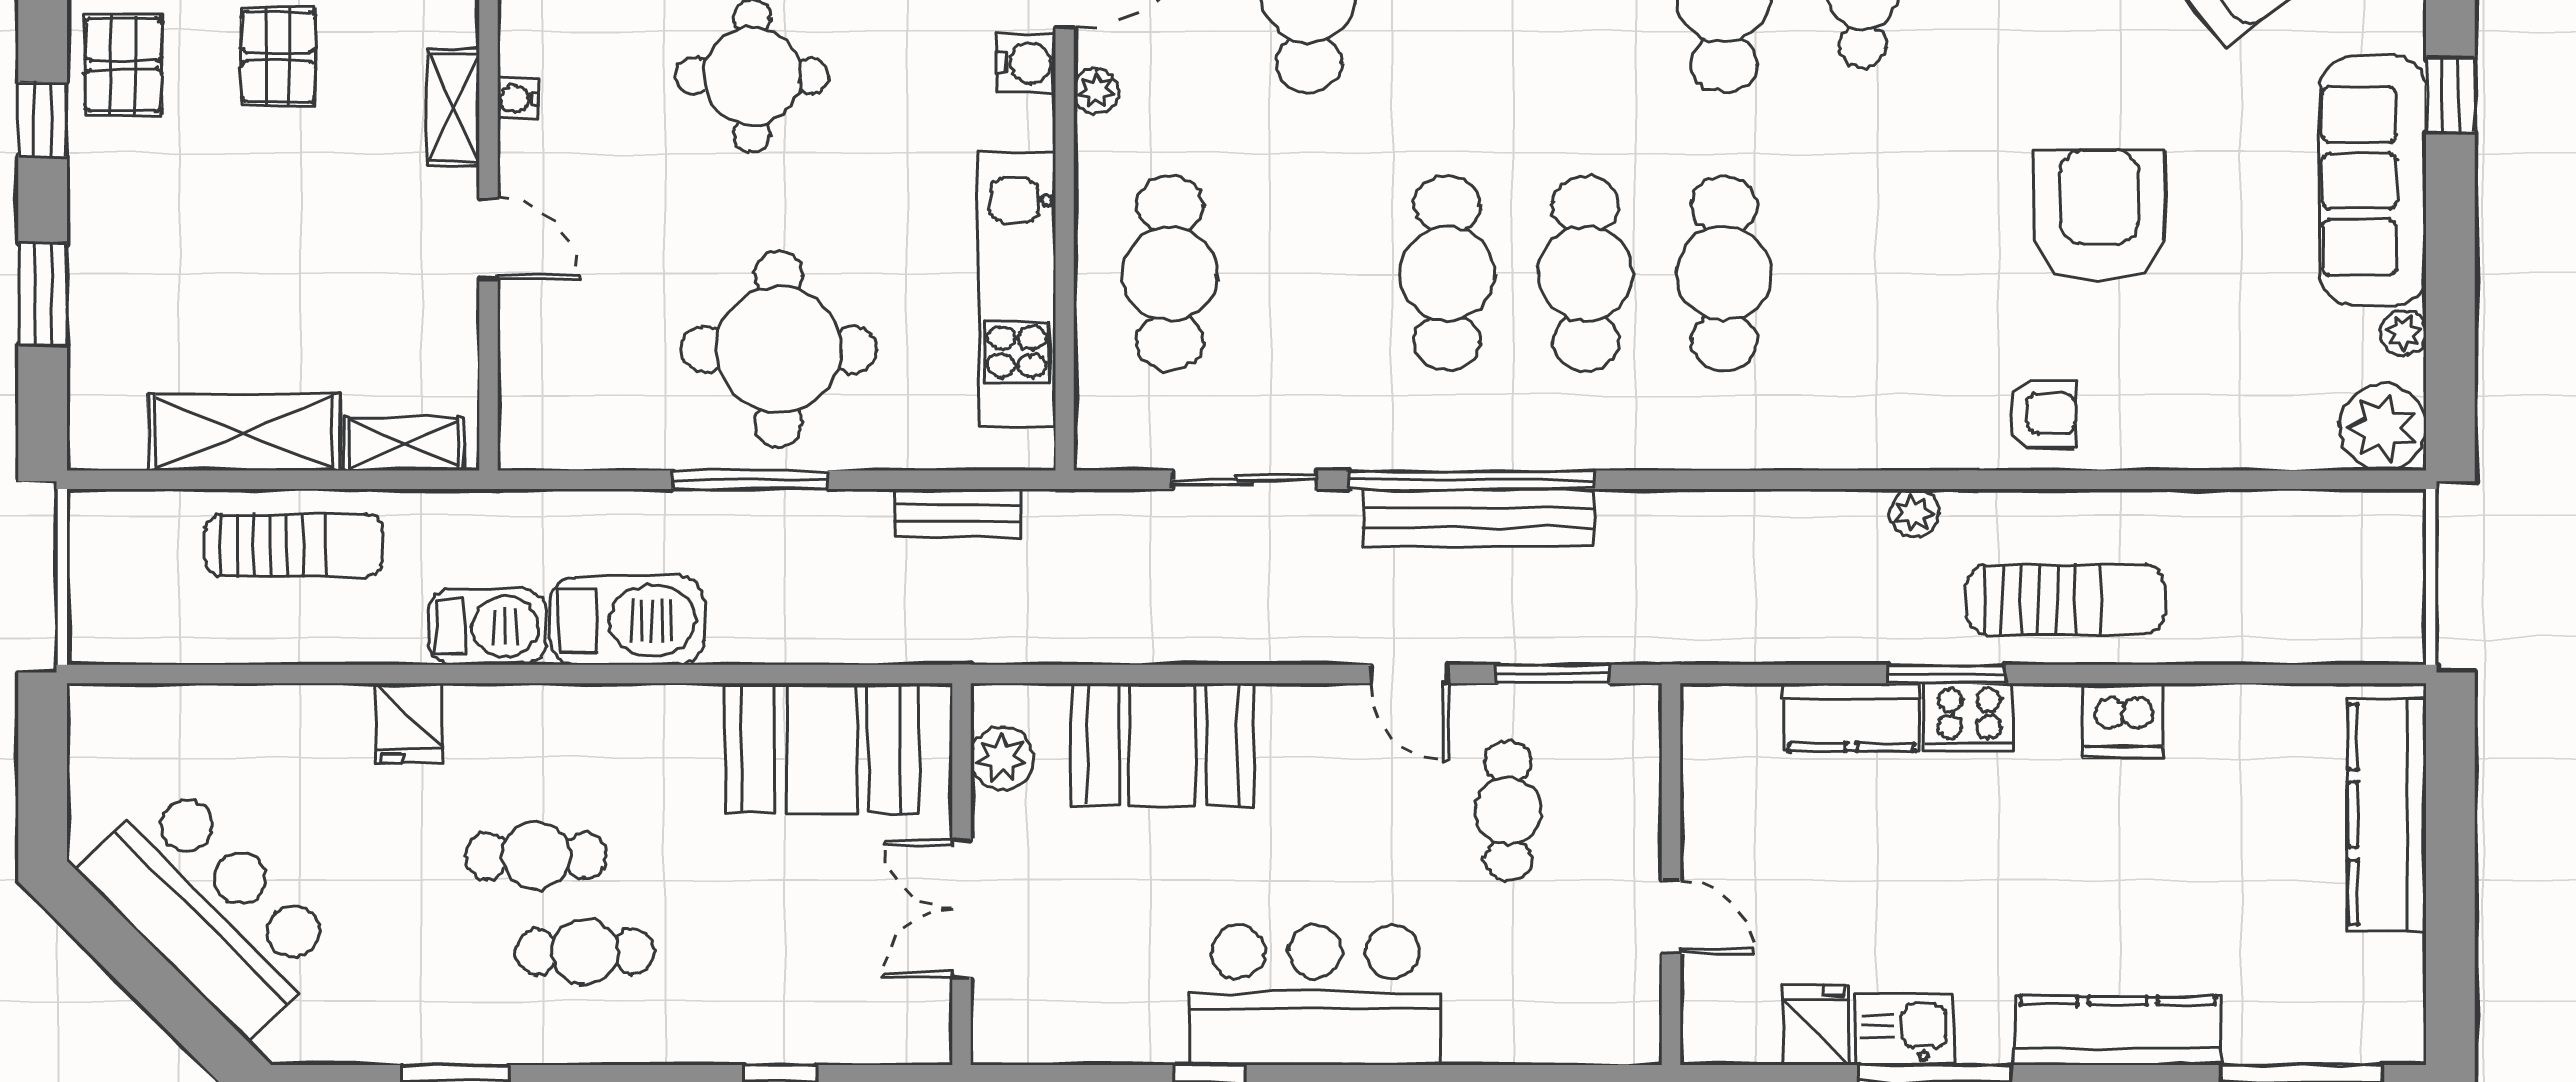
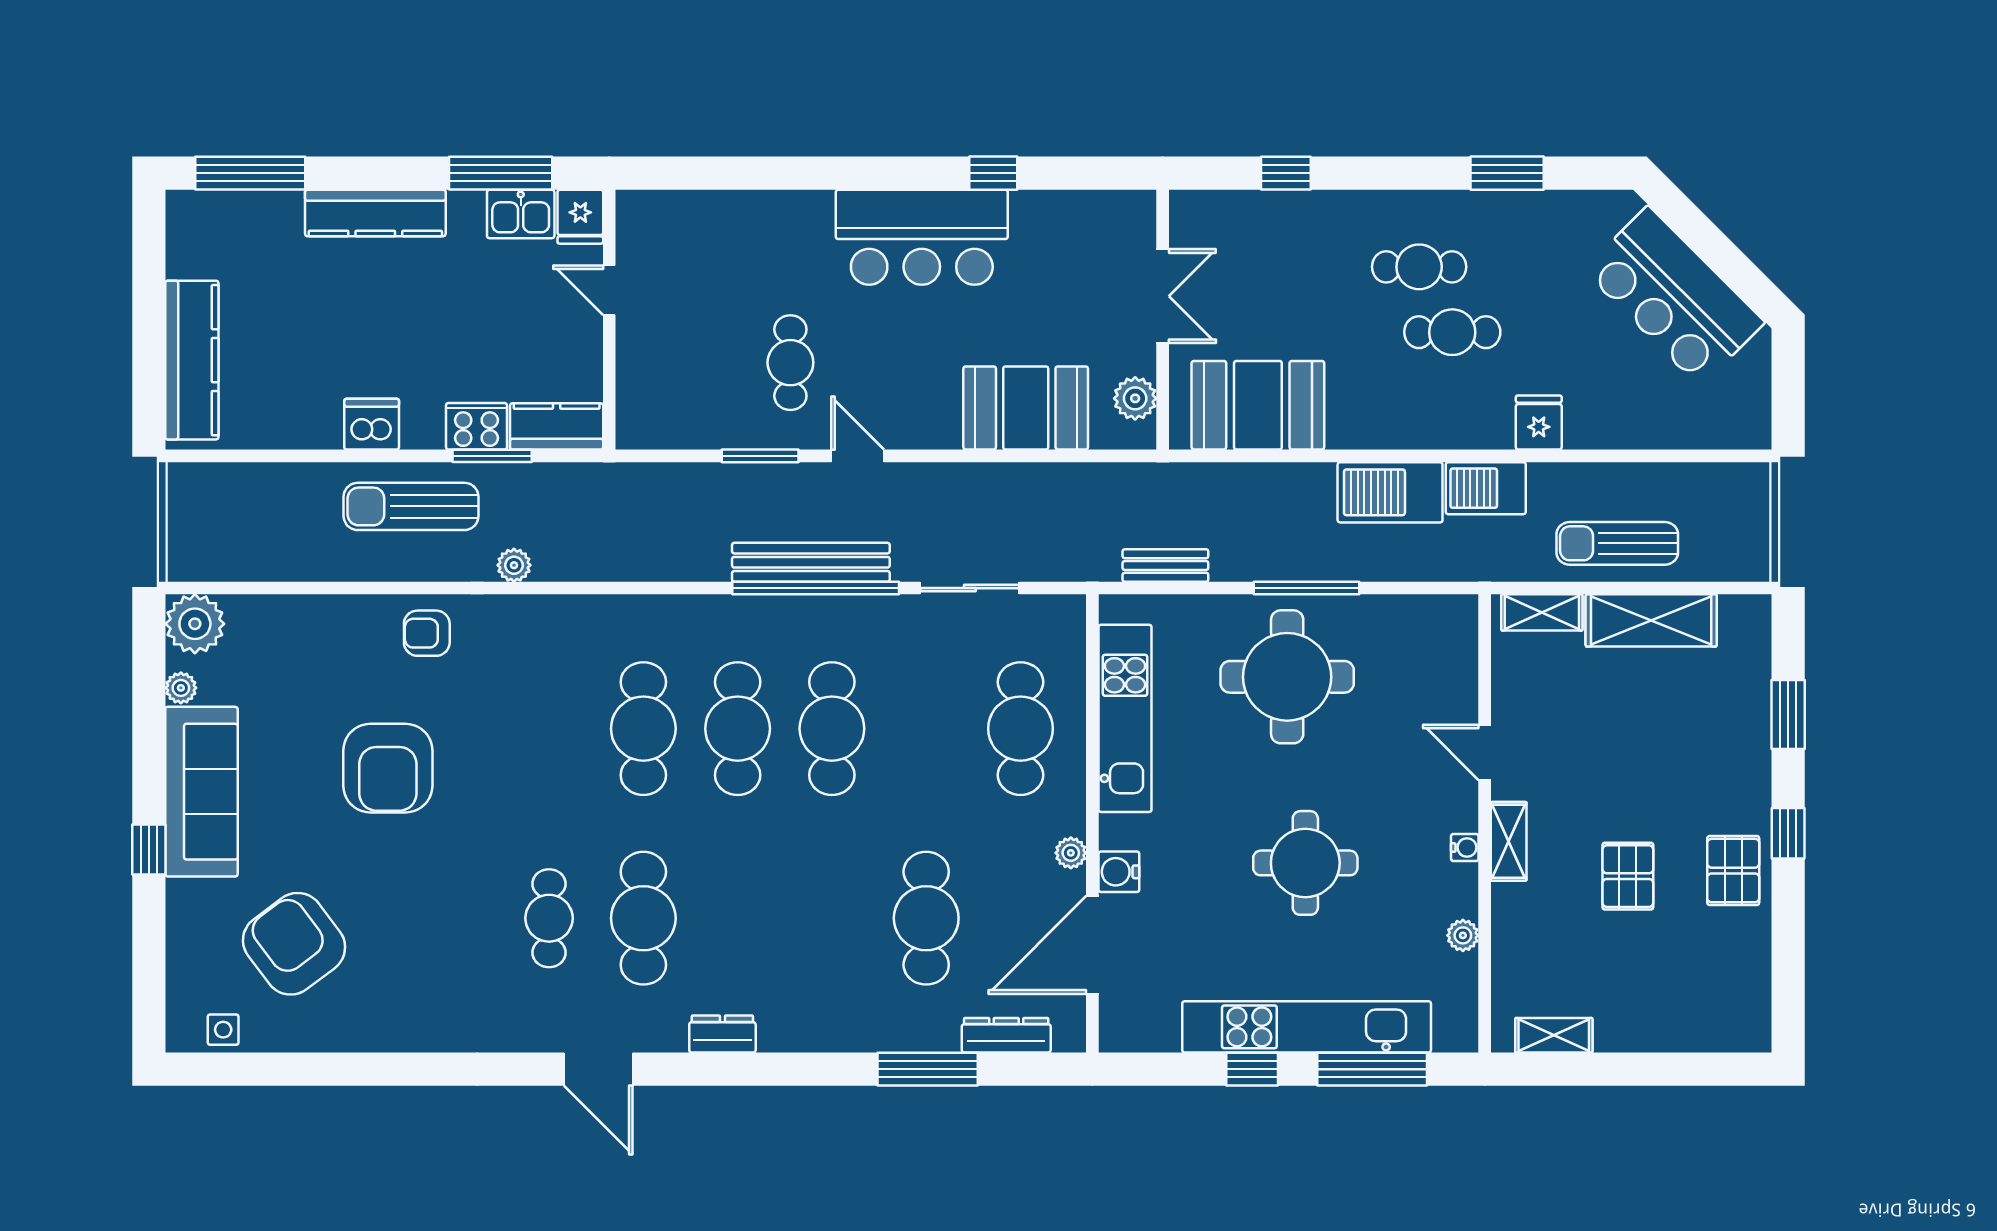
wall: (1671, 874) -> (609, 320), moved
door: (1671, 917) -> (609, 290), moved

